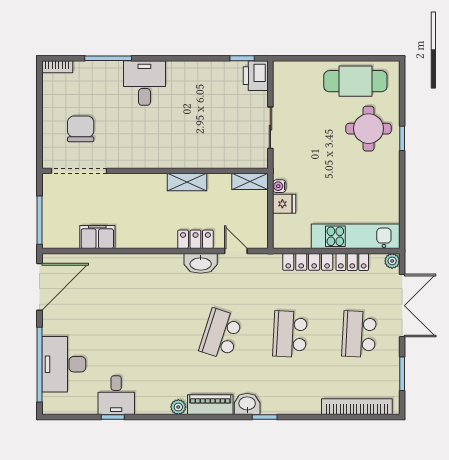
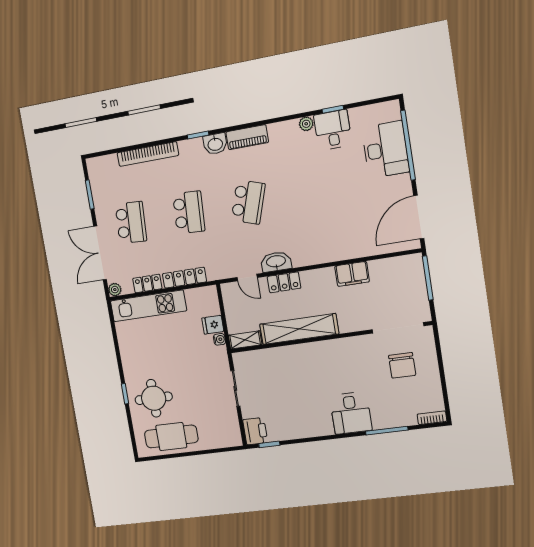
shelving: (187, 182) -> (299, 329), width x2.20, depth x1.33
filing cabinet: (97, 237) -> (352, 274), moved
plant: (178, 407) -> (306, 124), moved
bookcase: (357, 407) -> (148, 154), moved

